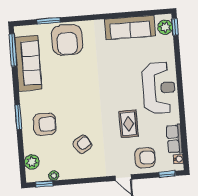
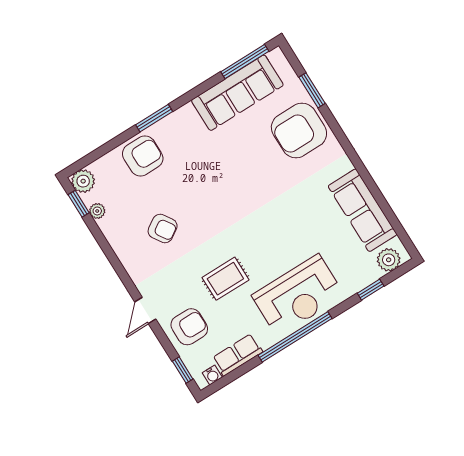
window: (175, 27) -> (371, 290), moved
window: (181, 102) -> (295, 337), added
armchair: (45, 124) -> (143, 156), moved, turned -90
armchair: (145, 158) -> (189, 327), turned -90
plant: (32, 162) -> (83, 181), moved

